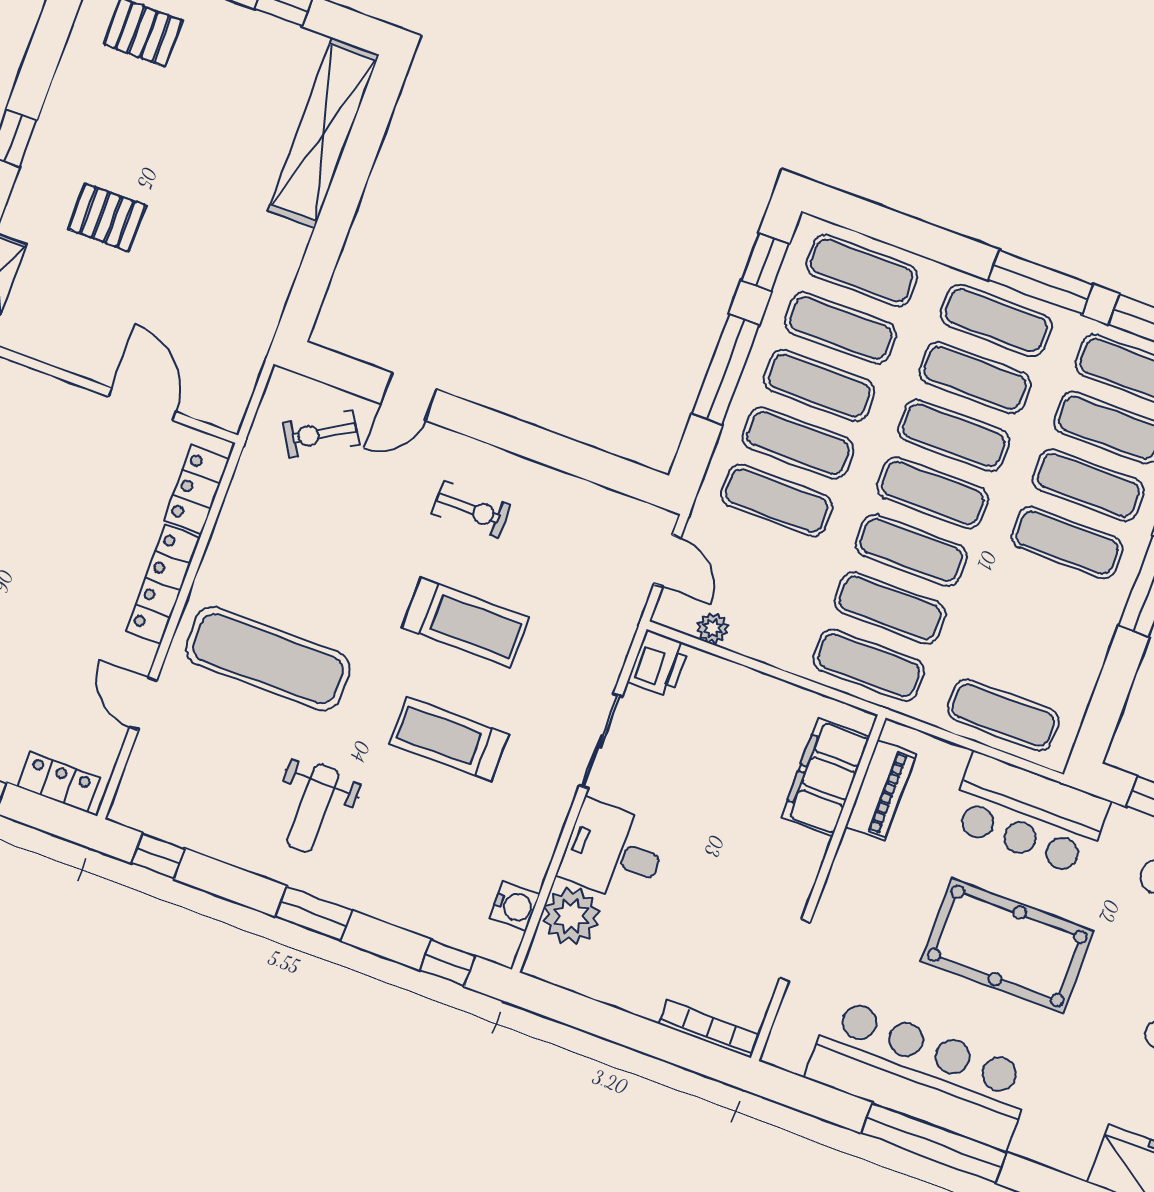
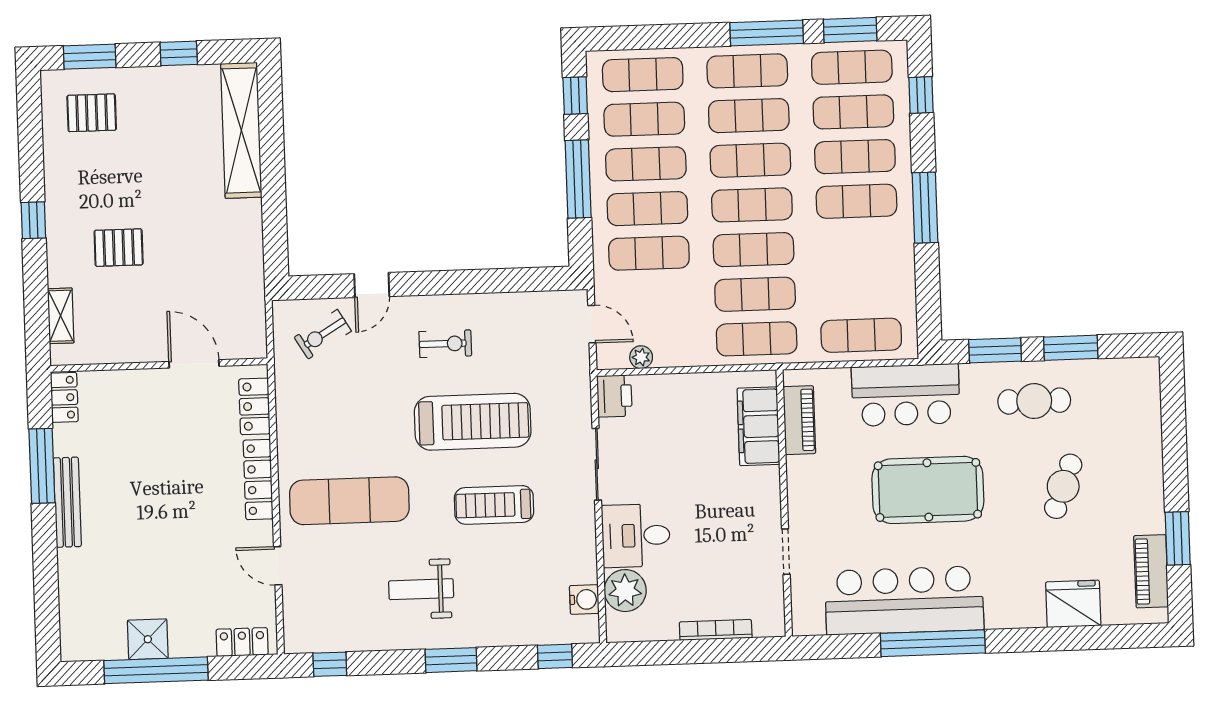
treadmill: (465, 622) -> (473, 422), width x1.37, depth x1.38
weight bench: (313, 808) -> (421, 589), turned 90
bookcase: (709, 1029) -> (716, 630), moved

